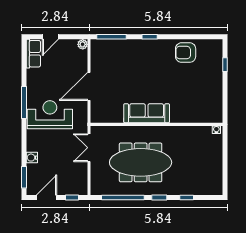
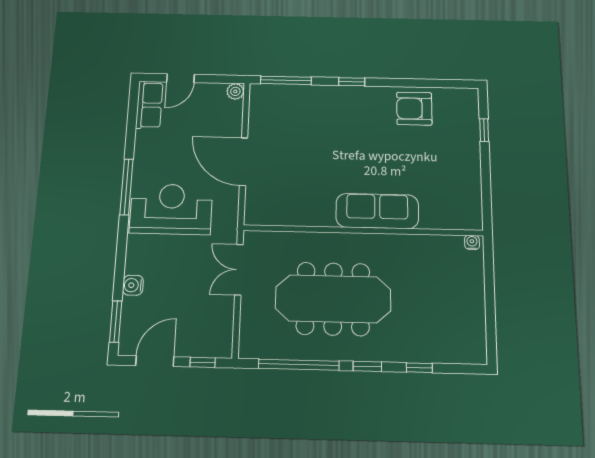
door: (89, 86) -> (244, 162), hinge flipped
sofa: (147, 113) -> (377, 211), moved

